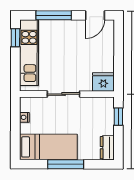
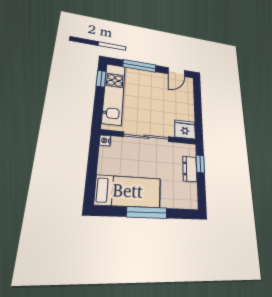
sliding door: (64, 94) -> (147, 137), width x1.37
nightstand: (24, 117) -> (105, 140), moved
dresser: (107, 148) -> (190, 169), moved

